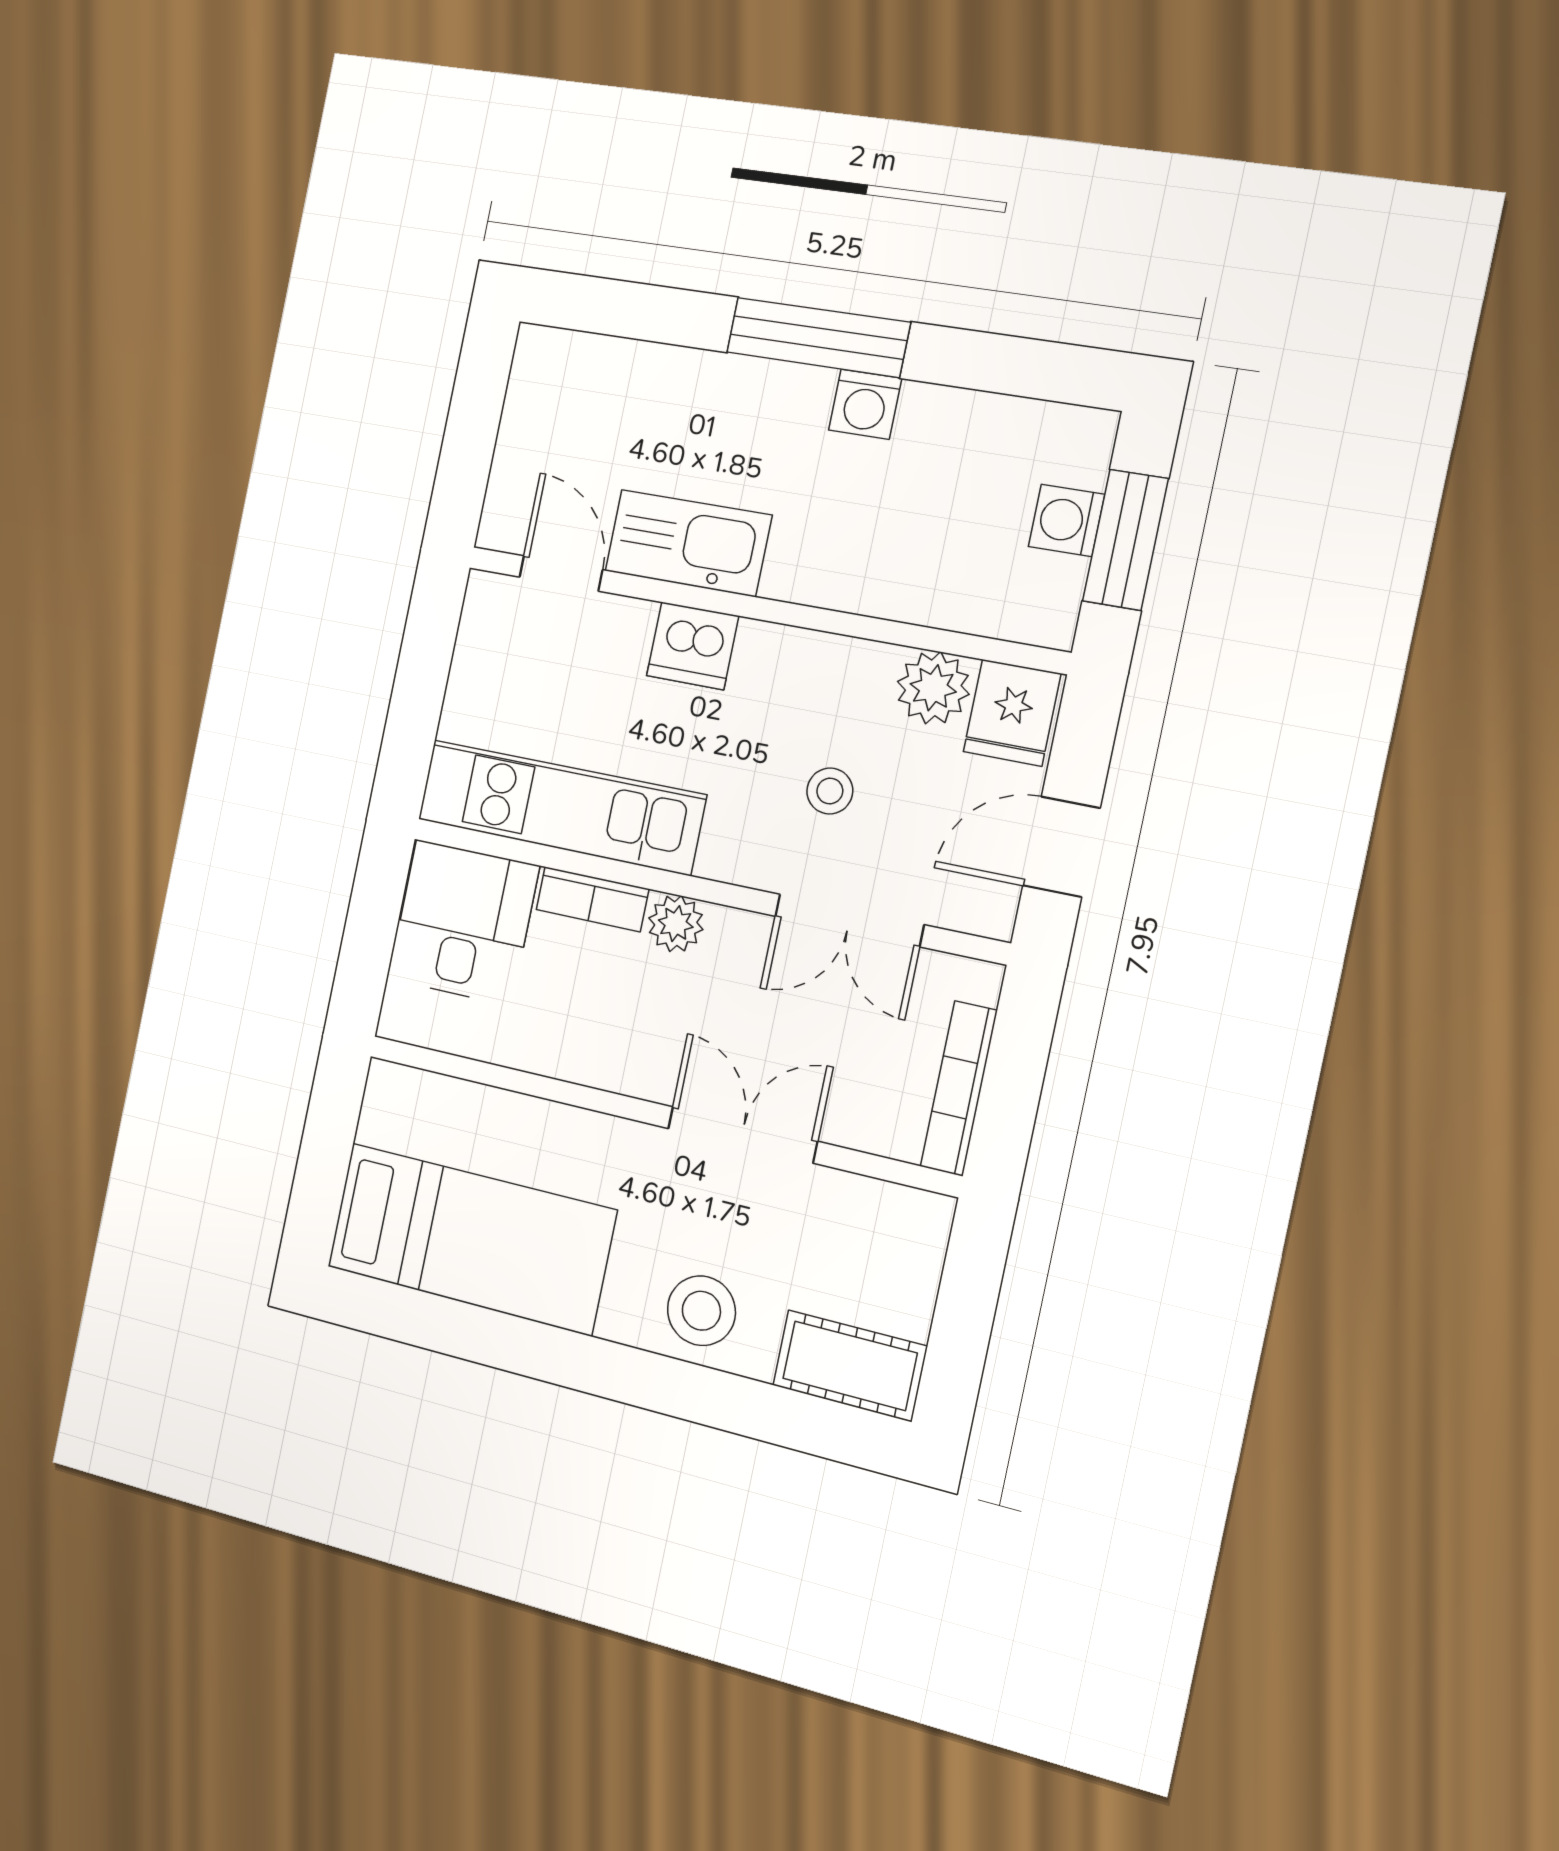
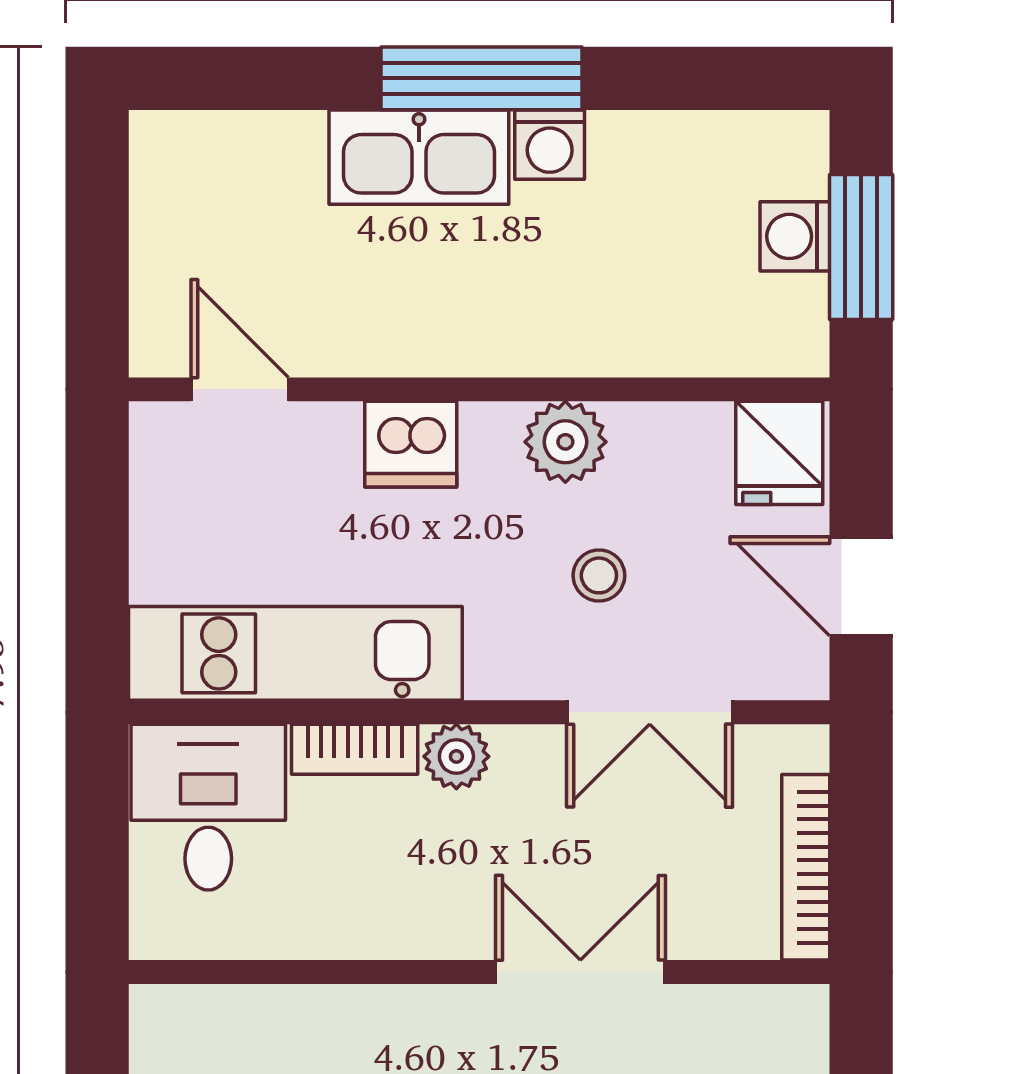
kitchen sink: (688, 543) -> (419, 157), moved, turned 180
plant: (933, 688) -> (565, 442), moved
door: (1061, 847) -> (861, 586), hinge flipped

